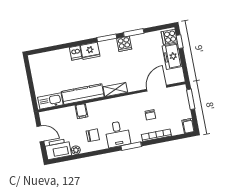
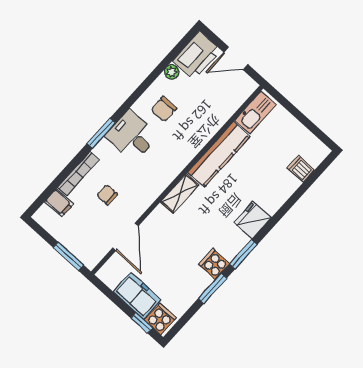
dishwasher: (76, 53) -> (301, 169), moved
filing cabinet: (81, 111) -> (204, 130), removed
filing cabinet: (188, 126) -> (59, 203), moved

